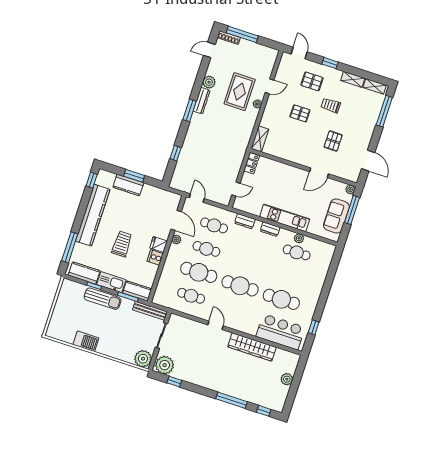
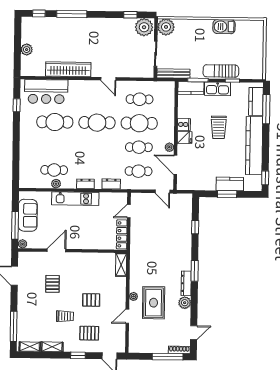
locker: (252, 163) -> (122, 234), width x1.53
kitchen counter: (84, 273) -> (256, 101), moved, turned 90

